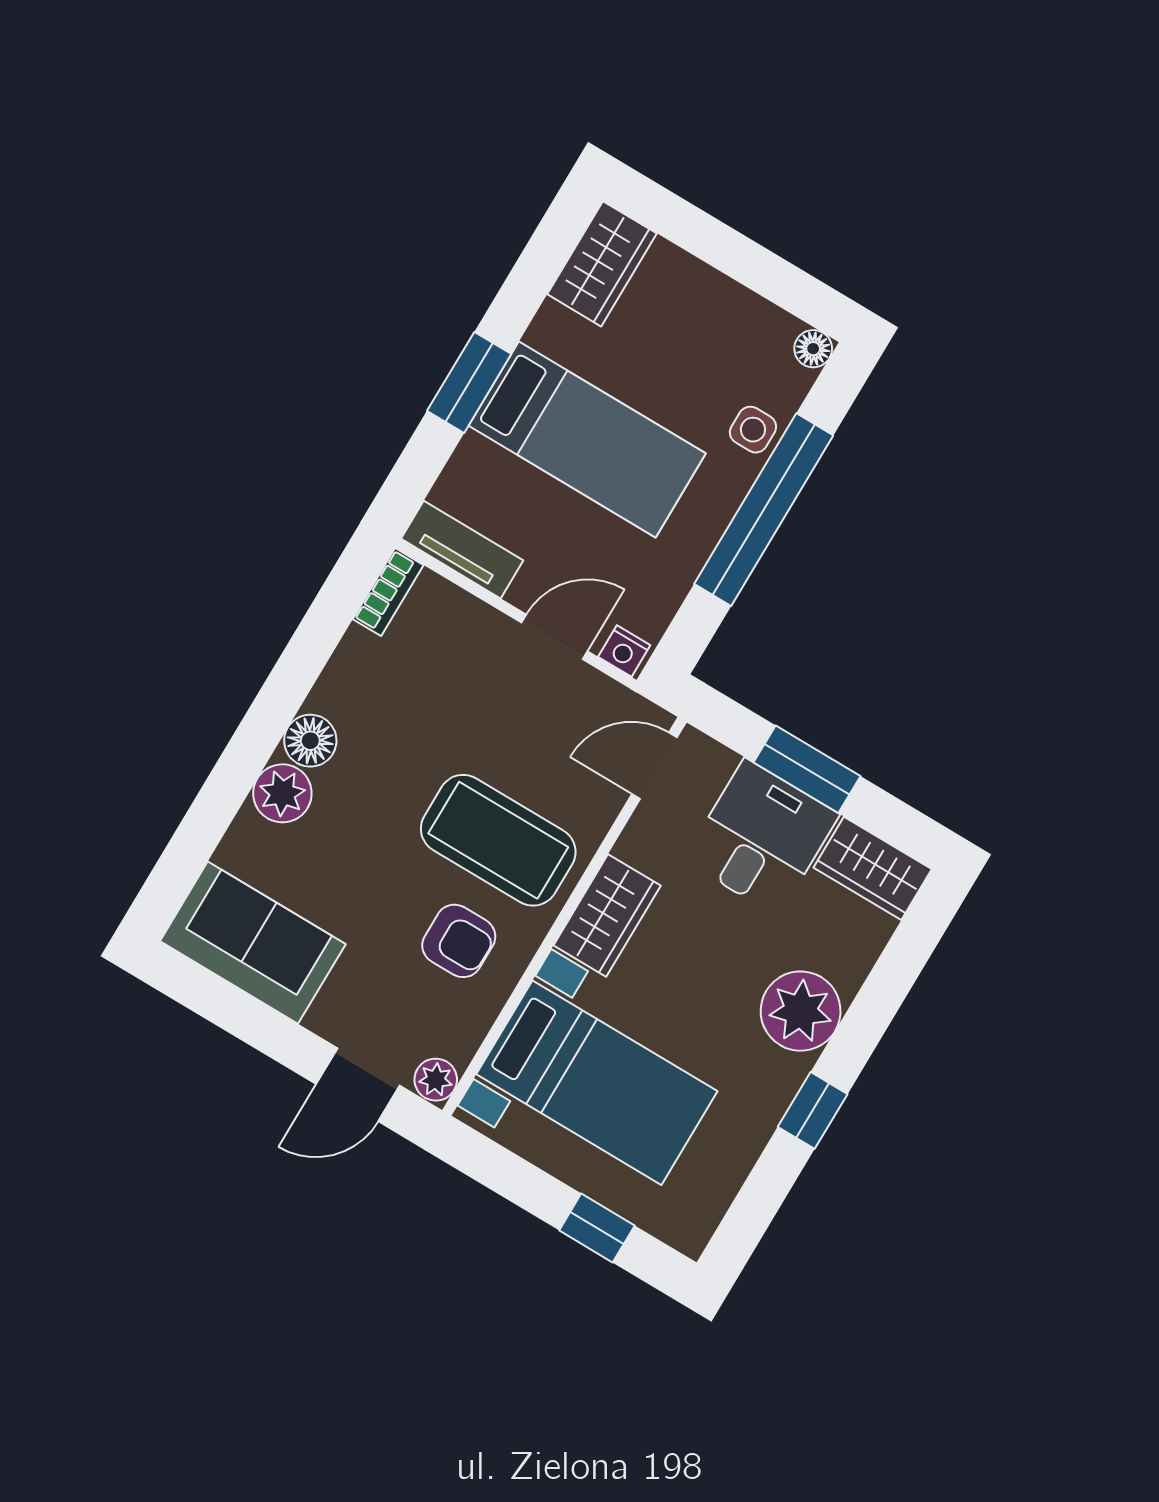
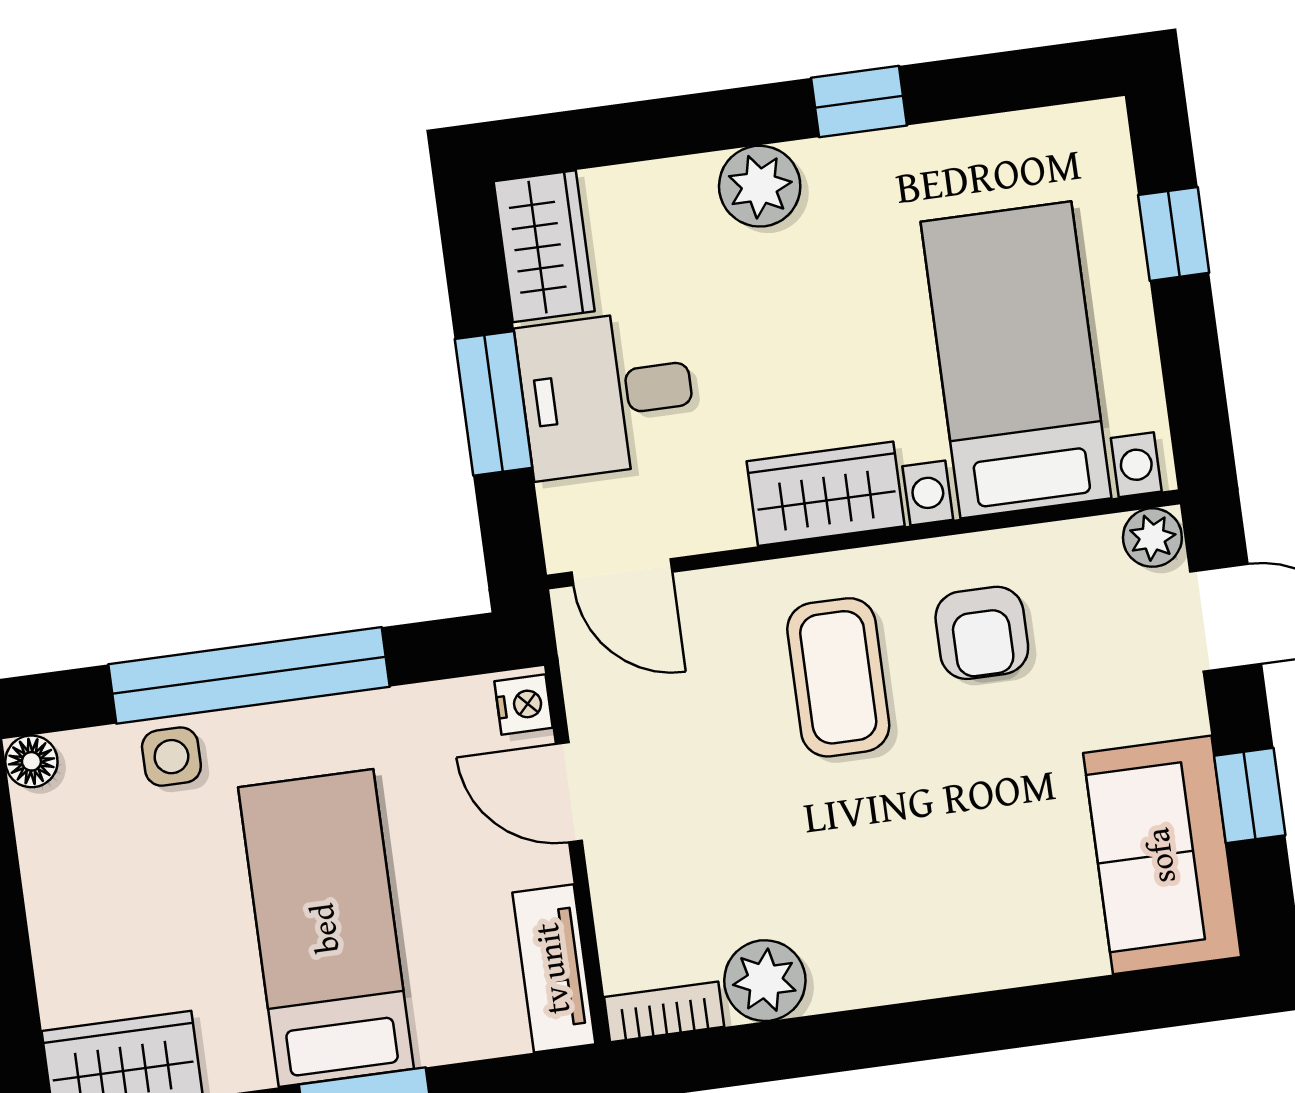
floor lamp: (310, 741) -> (893, 968), removed
plant: (282, 793) -> (765, 981), moved
coffee table: (498, 840) -> (838, 677), width x0.73, depth x0.76
armchair: (459, 941) -> (982, 633), turned 180
plant: (801, 1011) -> (760, 186), width x0.73, depth x0.73
window: (247, 1019) -> (1250, 795), added

